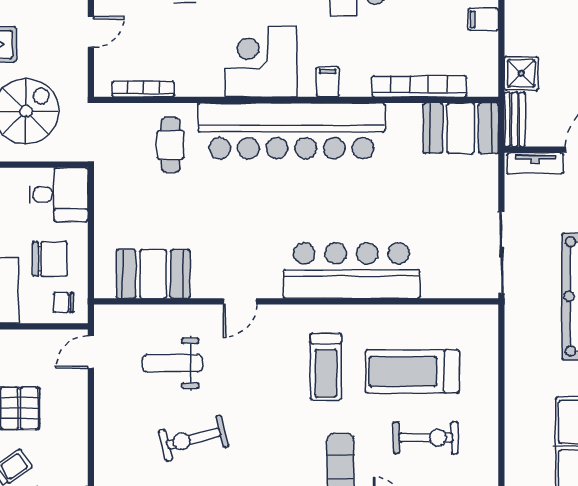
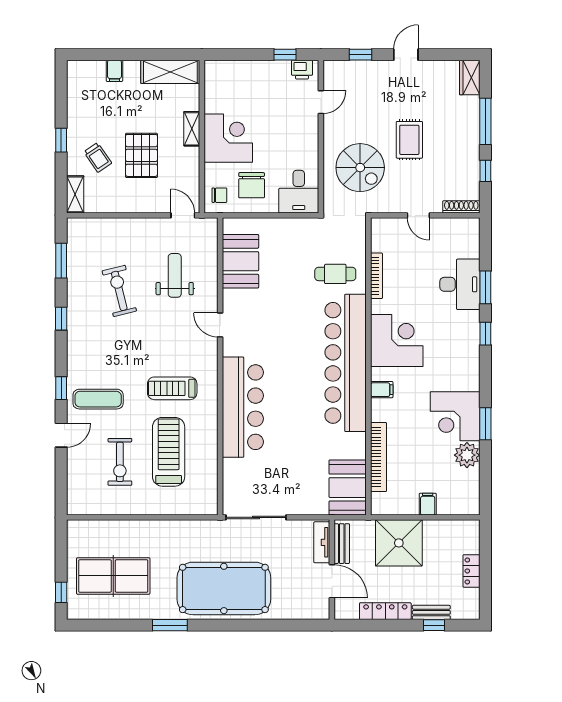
shower: (521, 73) -> (399, 543), width x1.86, depth x1.86
bookcase: (143, 89) -> (376, 276), moved
bench: (515, 119) -> (342, 544), moved, turned 90
chair: (63, 302) -> (219, 195), turned 90

